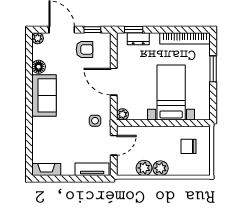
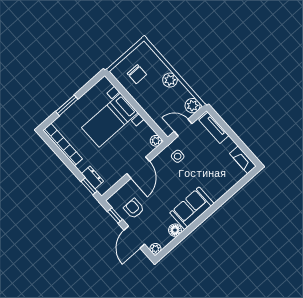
plant: (144, 168) -> (193, 106), moved

